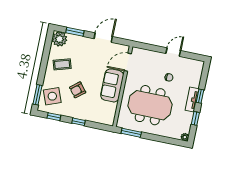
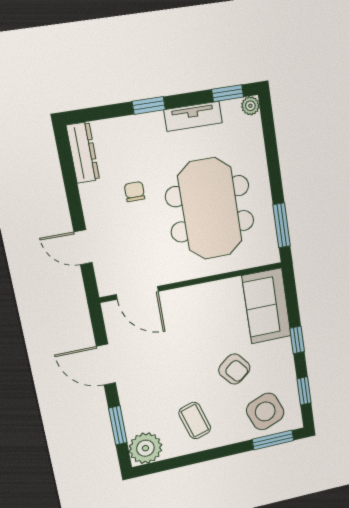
door: (173, 52) -> (83, 247), moved
dresser: (192, 63) -> (83, 153), added
sofa: (112, 85) -> (267, 306), moved, turned 90
tv unit: (192, 100) -> (193, 116), moved
window: (195, 118) -> (228, 93), moved

